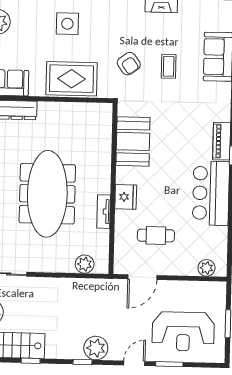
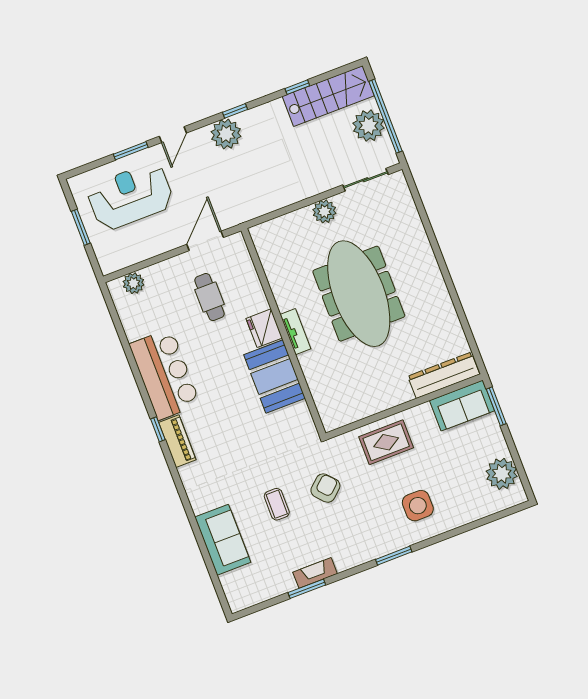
armchair: (129, 64) -> (325, 488), turned 84
rug: (72, 79) -> (386, 442), width x0.73, depth x0.70
booth: (133, 141) -> (274, 376), moved
tv unit: (104, 212) -> (295, 332), moved
cafe table: (156, 236) -> (209, 297), turned 90
plant: (85, 264) -> (324, 211), moved

